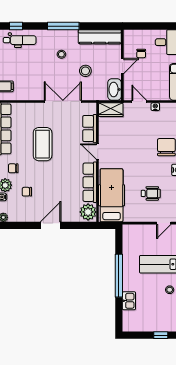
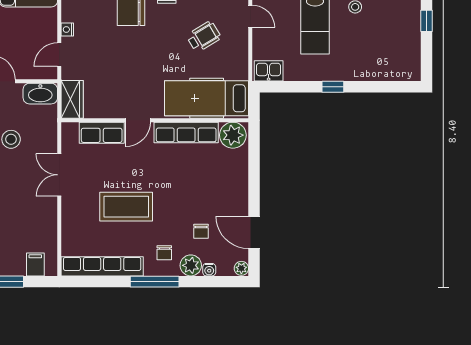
double door: (63, 102) -> (59, 175), width x0.73
wheelchair: (151, 193) -> (204, 37), turned 59
door: (51, 225) -> (254, 232), moved
window: (119, 276) -> (333, 87), width x0.32
kitchen sink: (129, 301) -> (269, 71), moved

